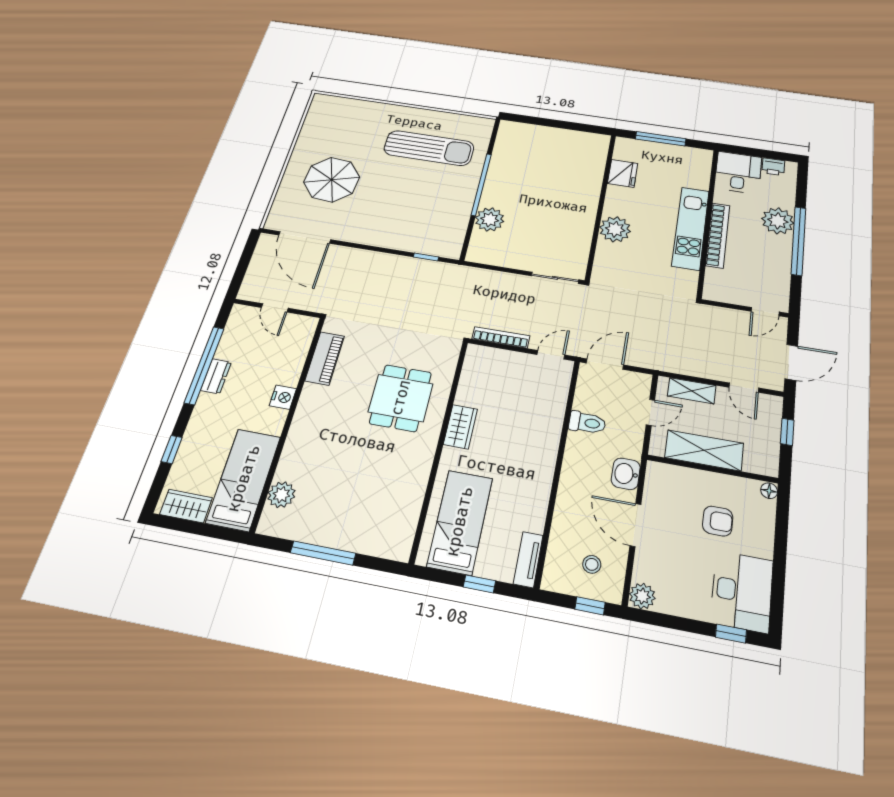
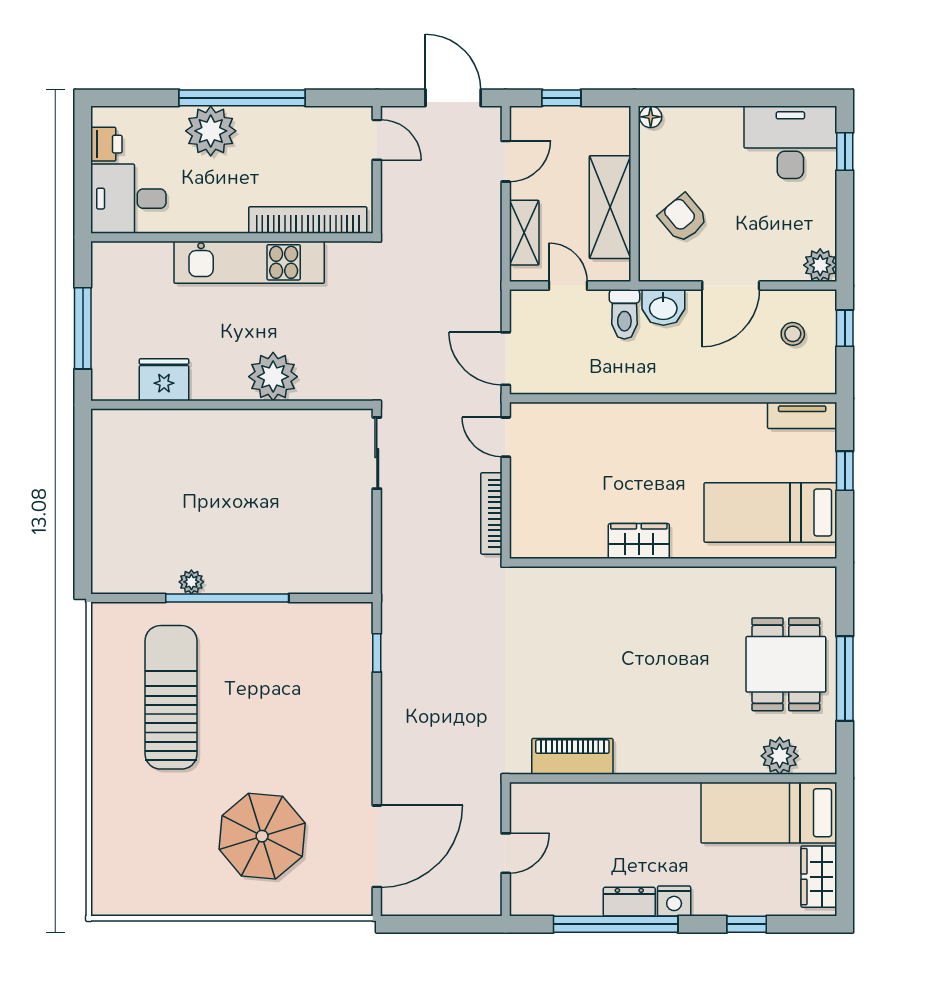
plant: (490, 219) -> (191, 582), moved, width x0.53, depth x0.53
bookcase: (718, 235) -> (308, 220), moved
nightstand: (283, 397) -> (674, 901), moved, turned 180
dining table: (401, 398) -> (786, 664), moved, turned 90
toilet: (587, 423) -> (624, 314), moved, turned 180
armchair: (718, 521) -> (683, 218), moved, turned -40

